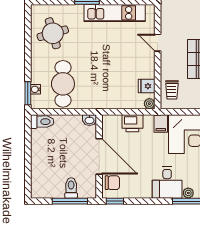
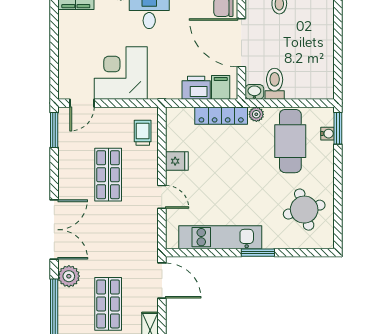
fridge: (147, 86) -> (177, 161), moved
locker: (114, 103) -> (221, 116), added
plant: (149, 104) -> (256, 114), moved
toilet: (42, 122) -> (275, 84), moved, turned 90
filing cabinet: (161, 123) -> (221, 87), moved

